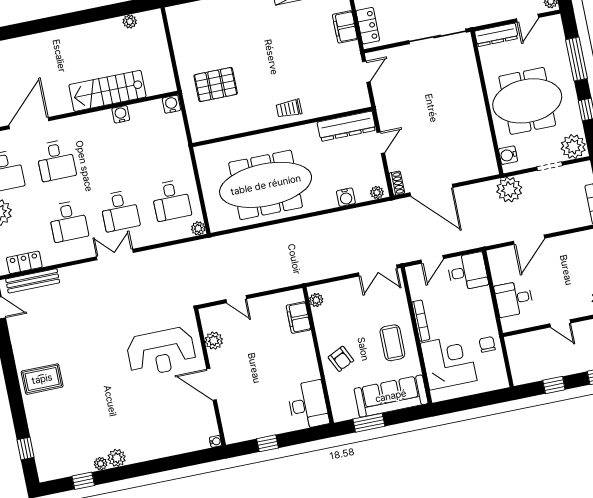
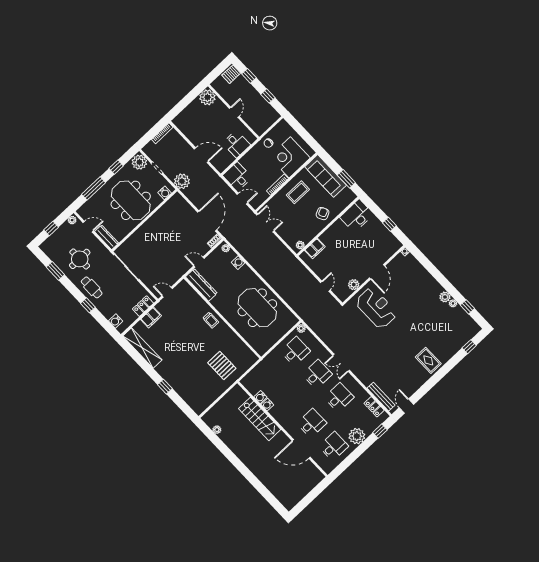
water cooler: (171, 104) -> (260, 397), moved
meeting table: (266, 185) -> (257, 308), width x0.73

